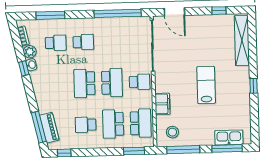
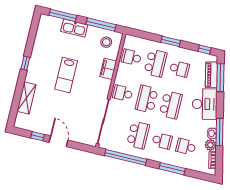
door: (174, 12) -> (59, 141), moved
window: (50, 15) -> (172, 169), moved
shelving: (242, 40) -> (27, 98), width x0.68
school desk: (111, 41) -> (138, 135), added
school desk: (83, 42) -> (162, 141), turned 180
window: (24, 68) -> (220, 132), width x2.17
desk: (48, 94) -> (205, 104), added
school desk: (141, 123) -> (131, 57), width x0.54
kitchen sink: (229, 137) -> (74, 28), moved
window: (134, 151) -> (171, 41), moved

